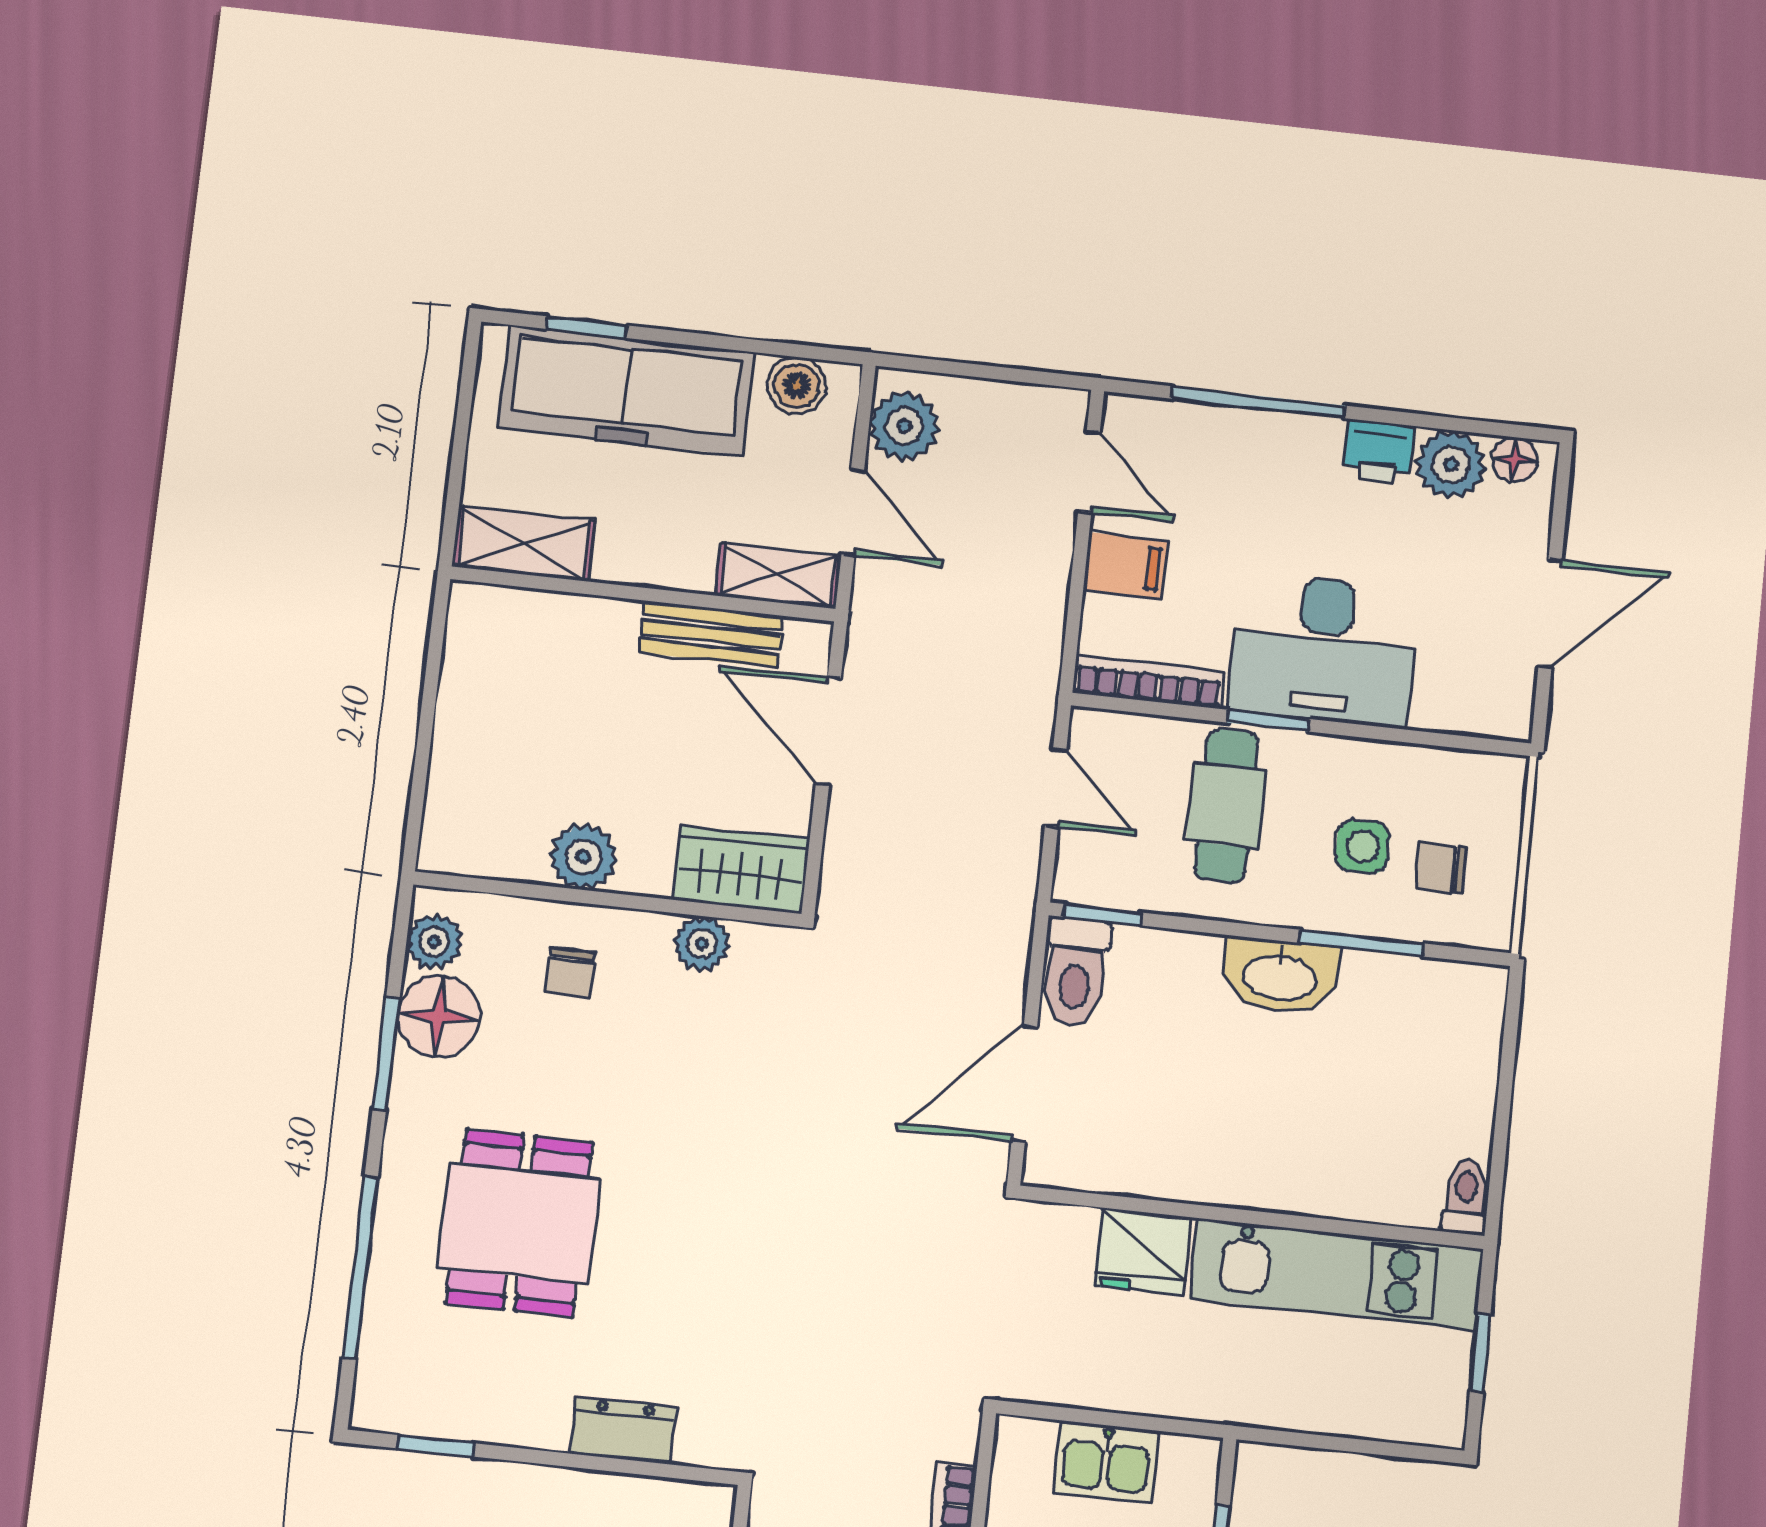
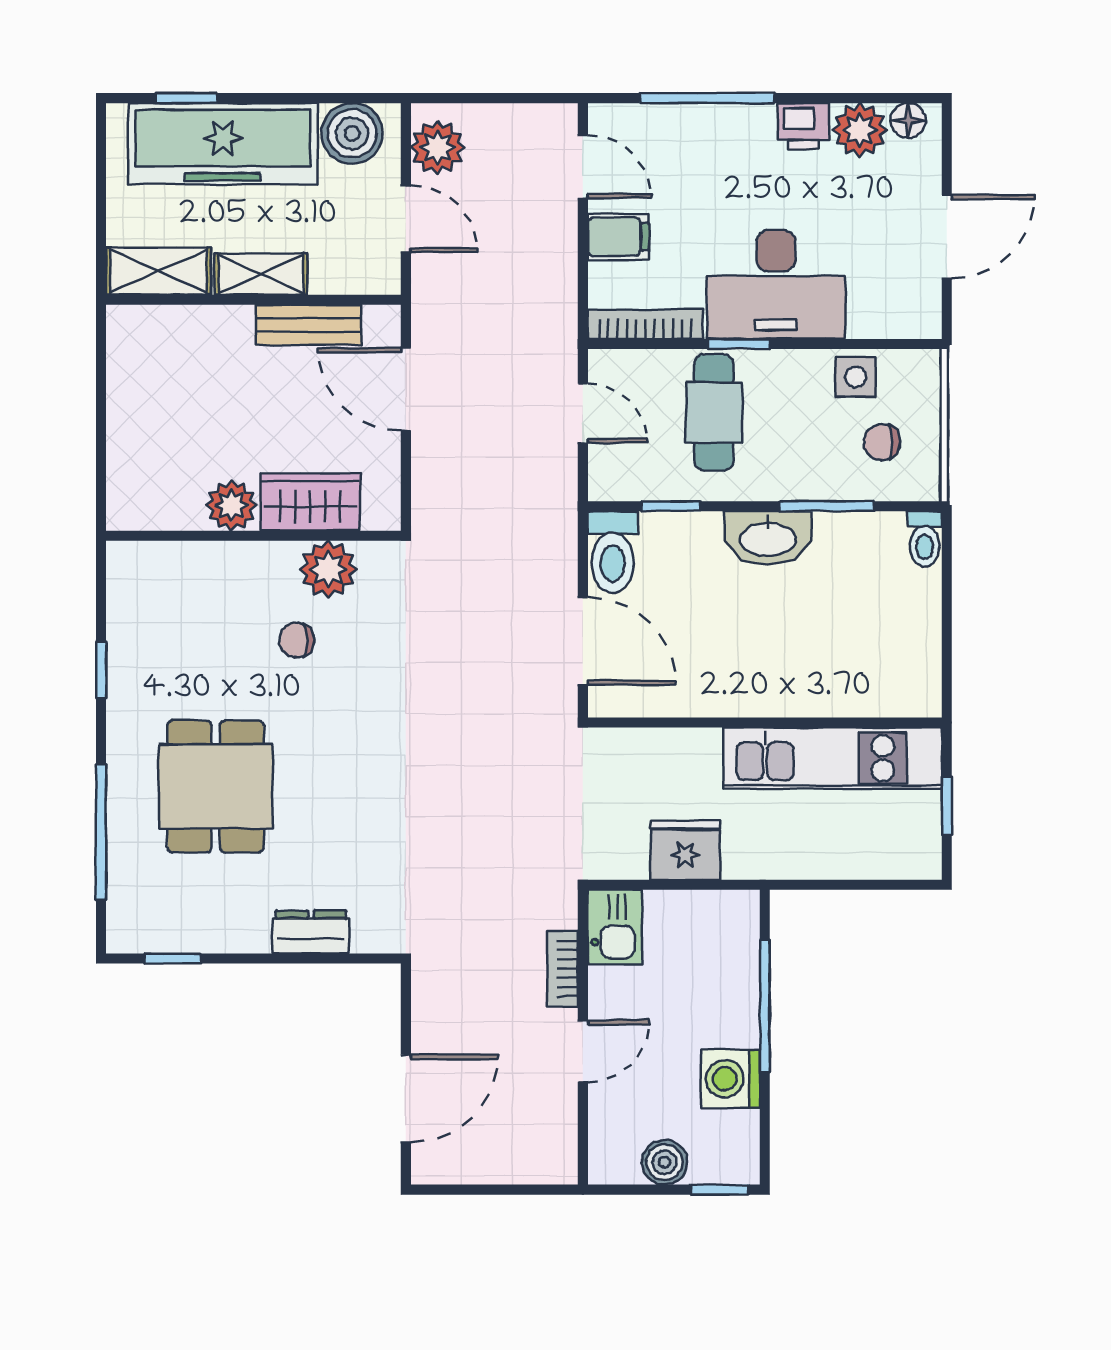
boiler: (796, 386) -> (352, 133), width x1.36, depth x1.36
shelving: (779, 576) -> (261, 274), moved
side table: (1363, 847) -> (856, 377), moved
wardrobe: (741, 869) -> (310, 502), moved
window: (1103, 915) -> (671, 506), moved
plant: (434, 942) -> (127, 582), removed
plant: (702, 944) -> (328, 569), width x1.38, depth x1.38
chair: (571, 973) -> (296, 640), moved, turned 90
floor lamp: (439, 1016) -> (137, 638), removed
window: (386, 1053) -> (101, 670), width x0.67
door: (1024, 1084) -> (583, 641), swing flipped
toilet: (1466, 1197) -> (925, 539), moved, turned 180
fridge: (1143, 1251) -> (685, 850), moved, turned 180
kitchen sink: (1106, 1462) -> (615, 927), moved, turned -90

